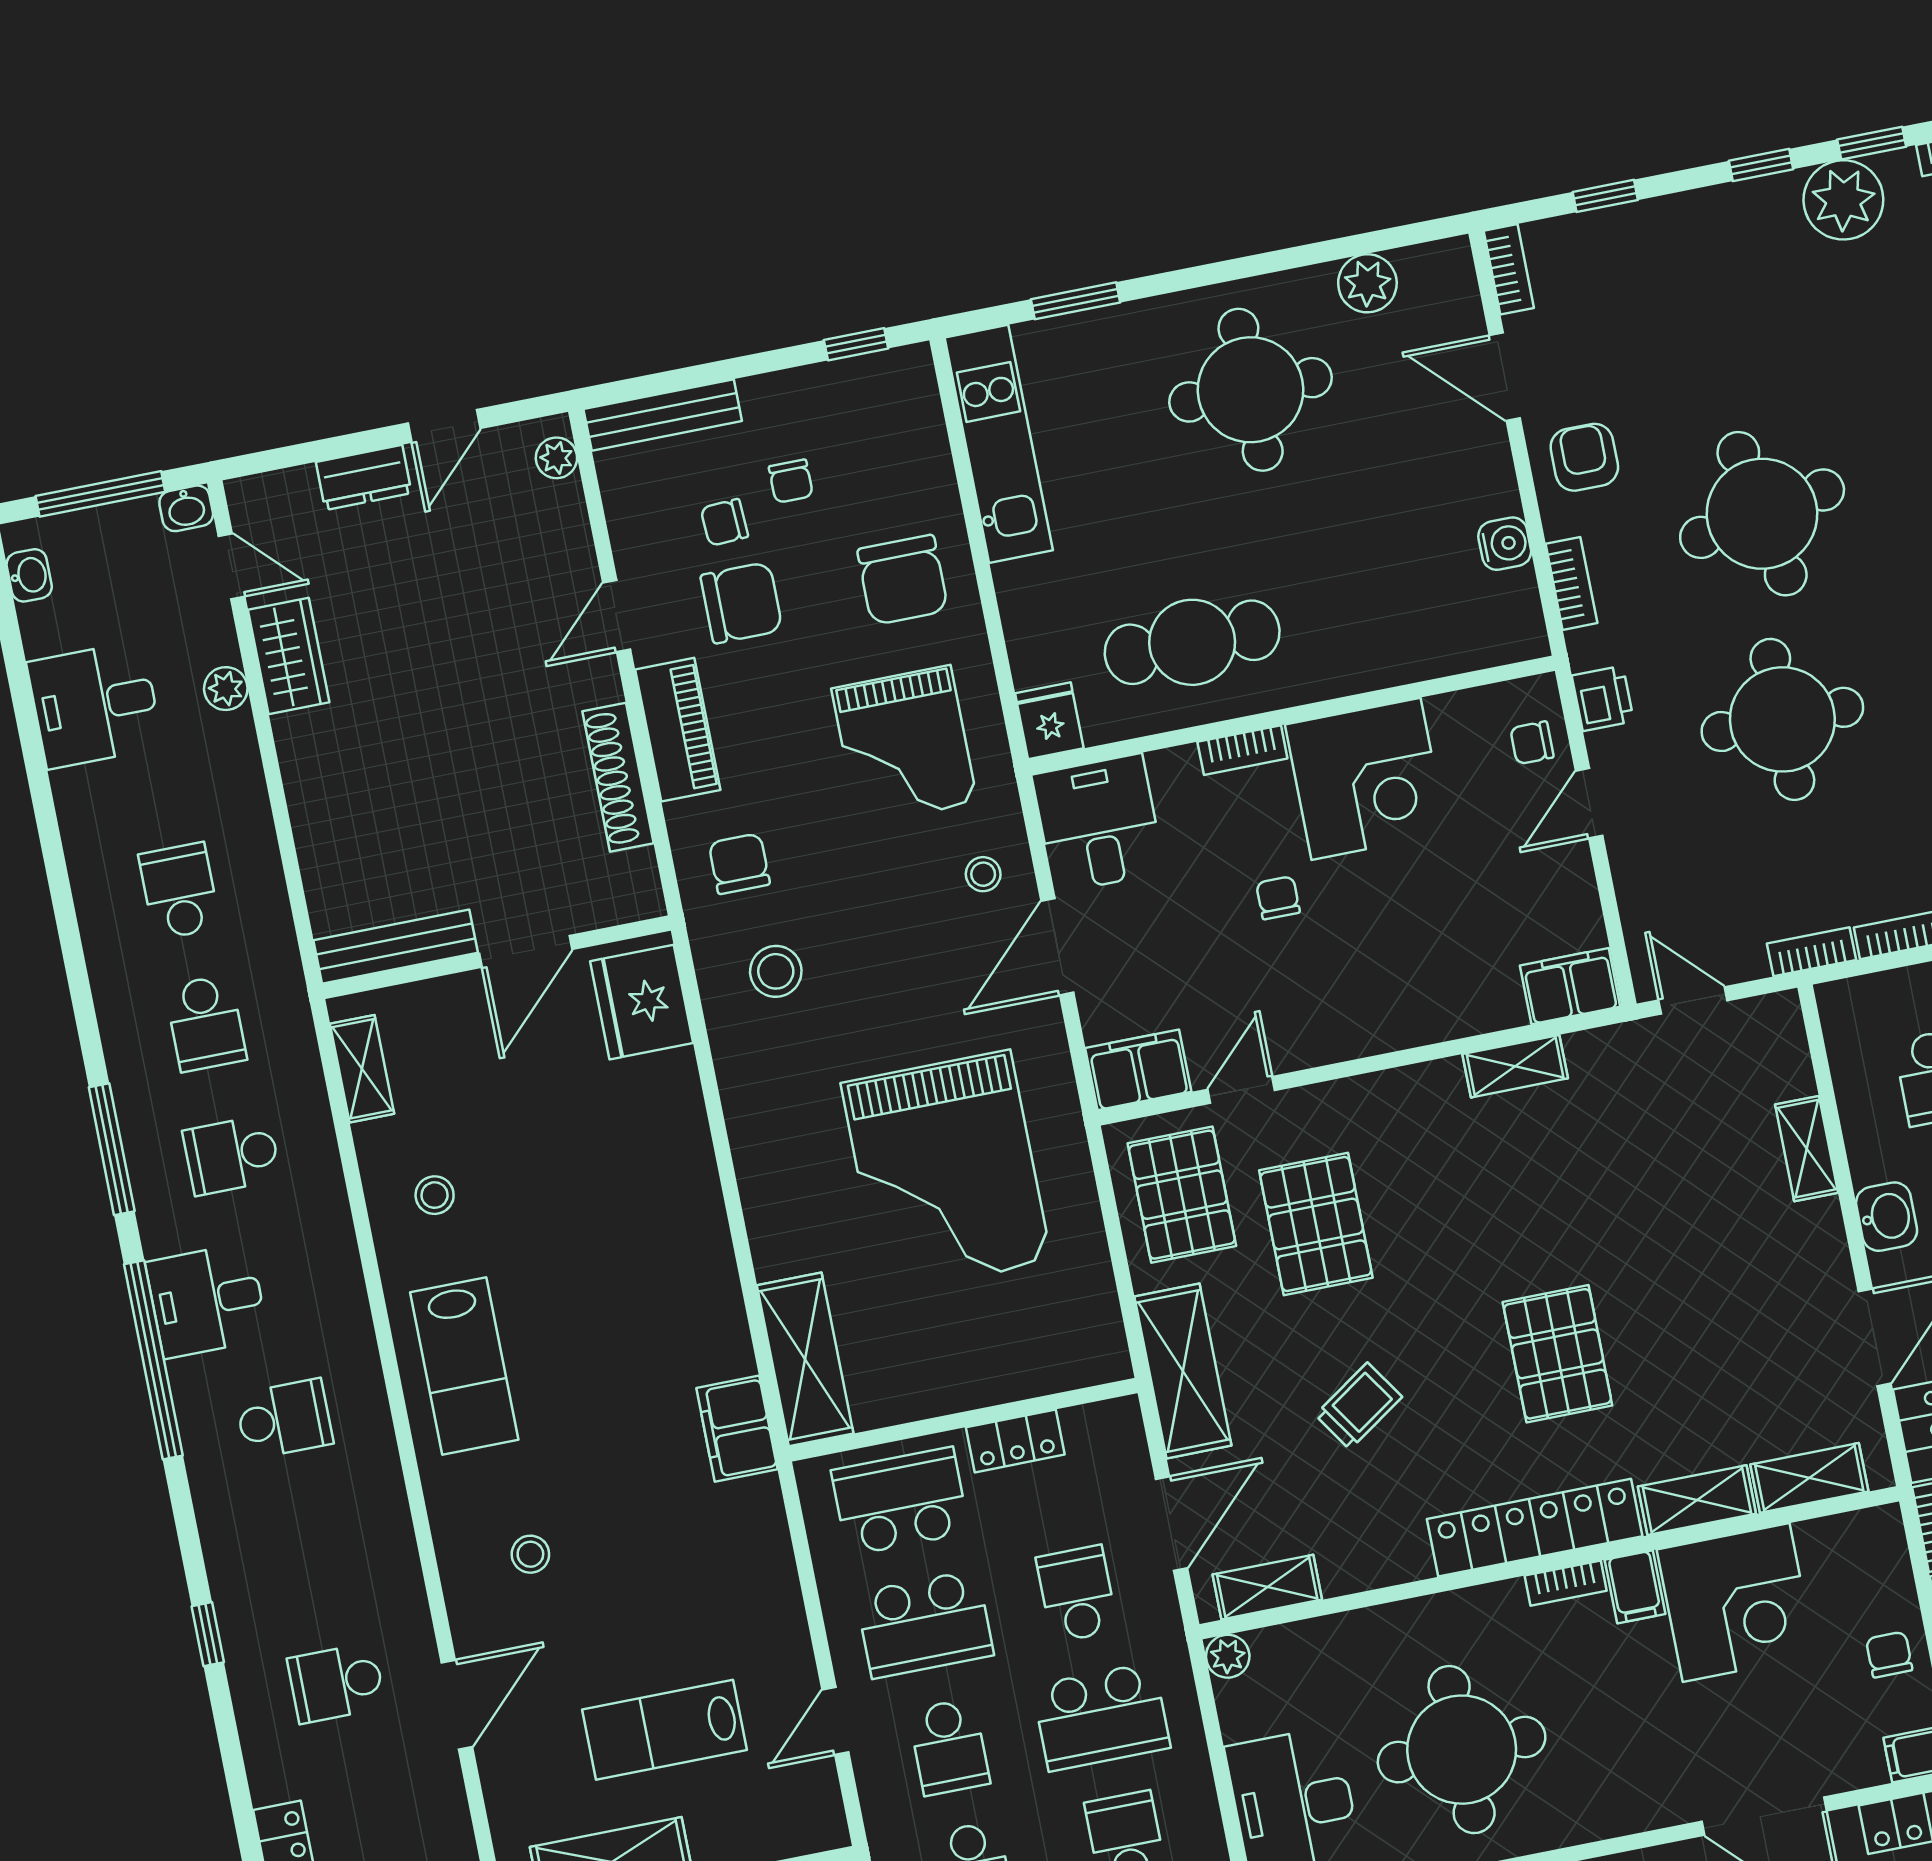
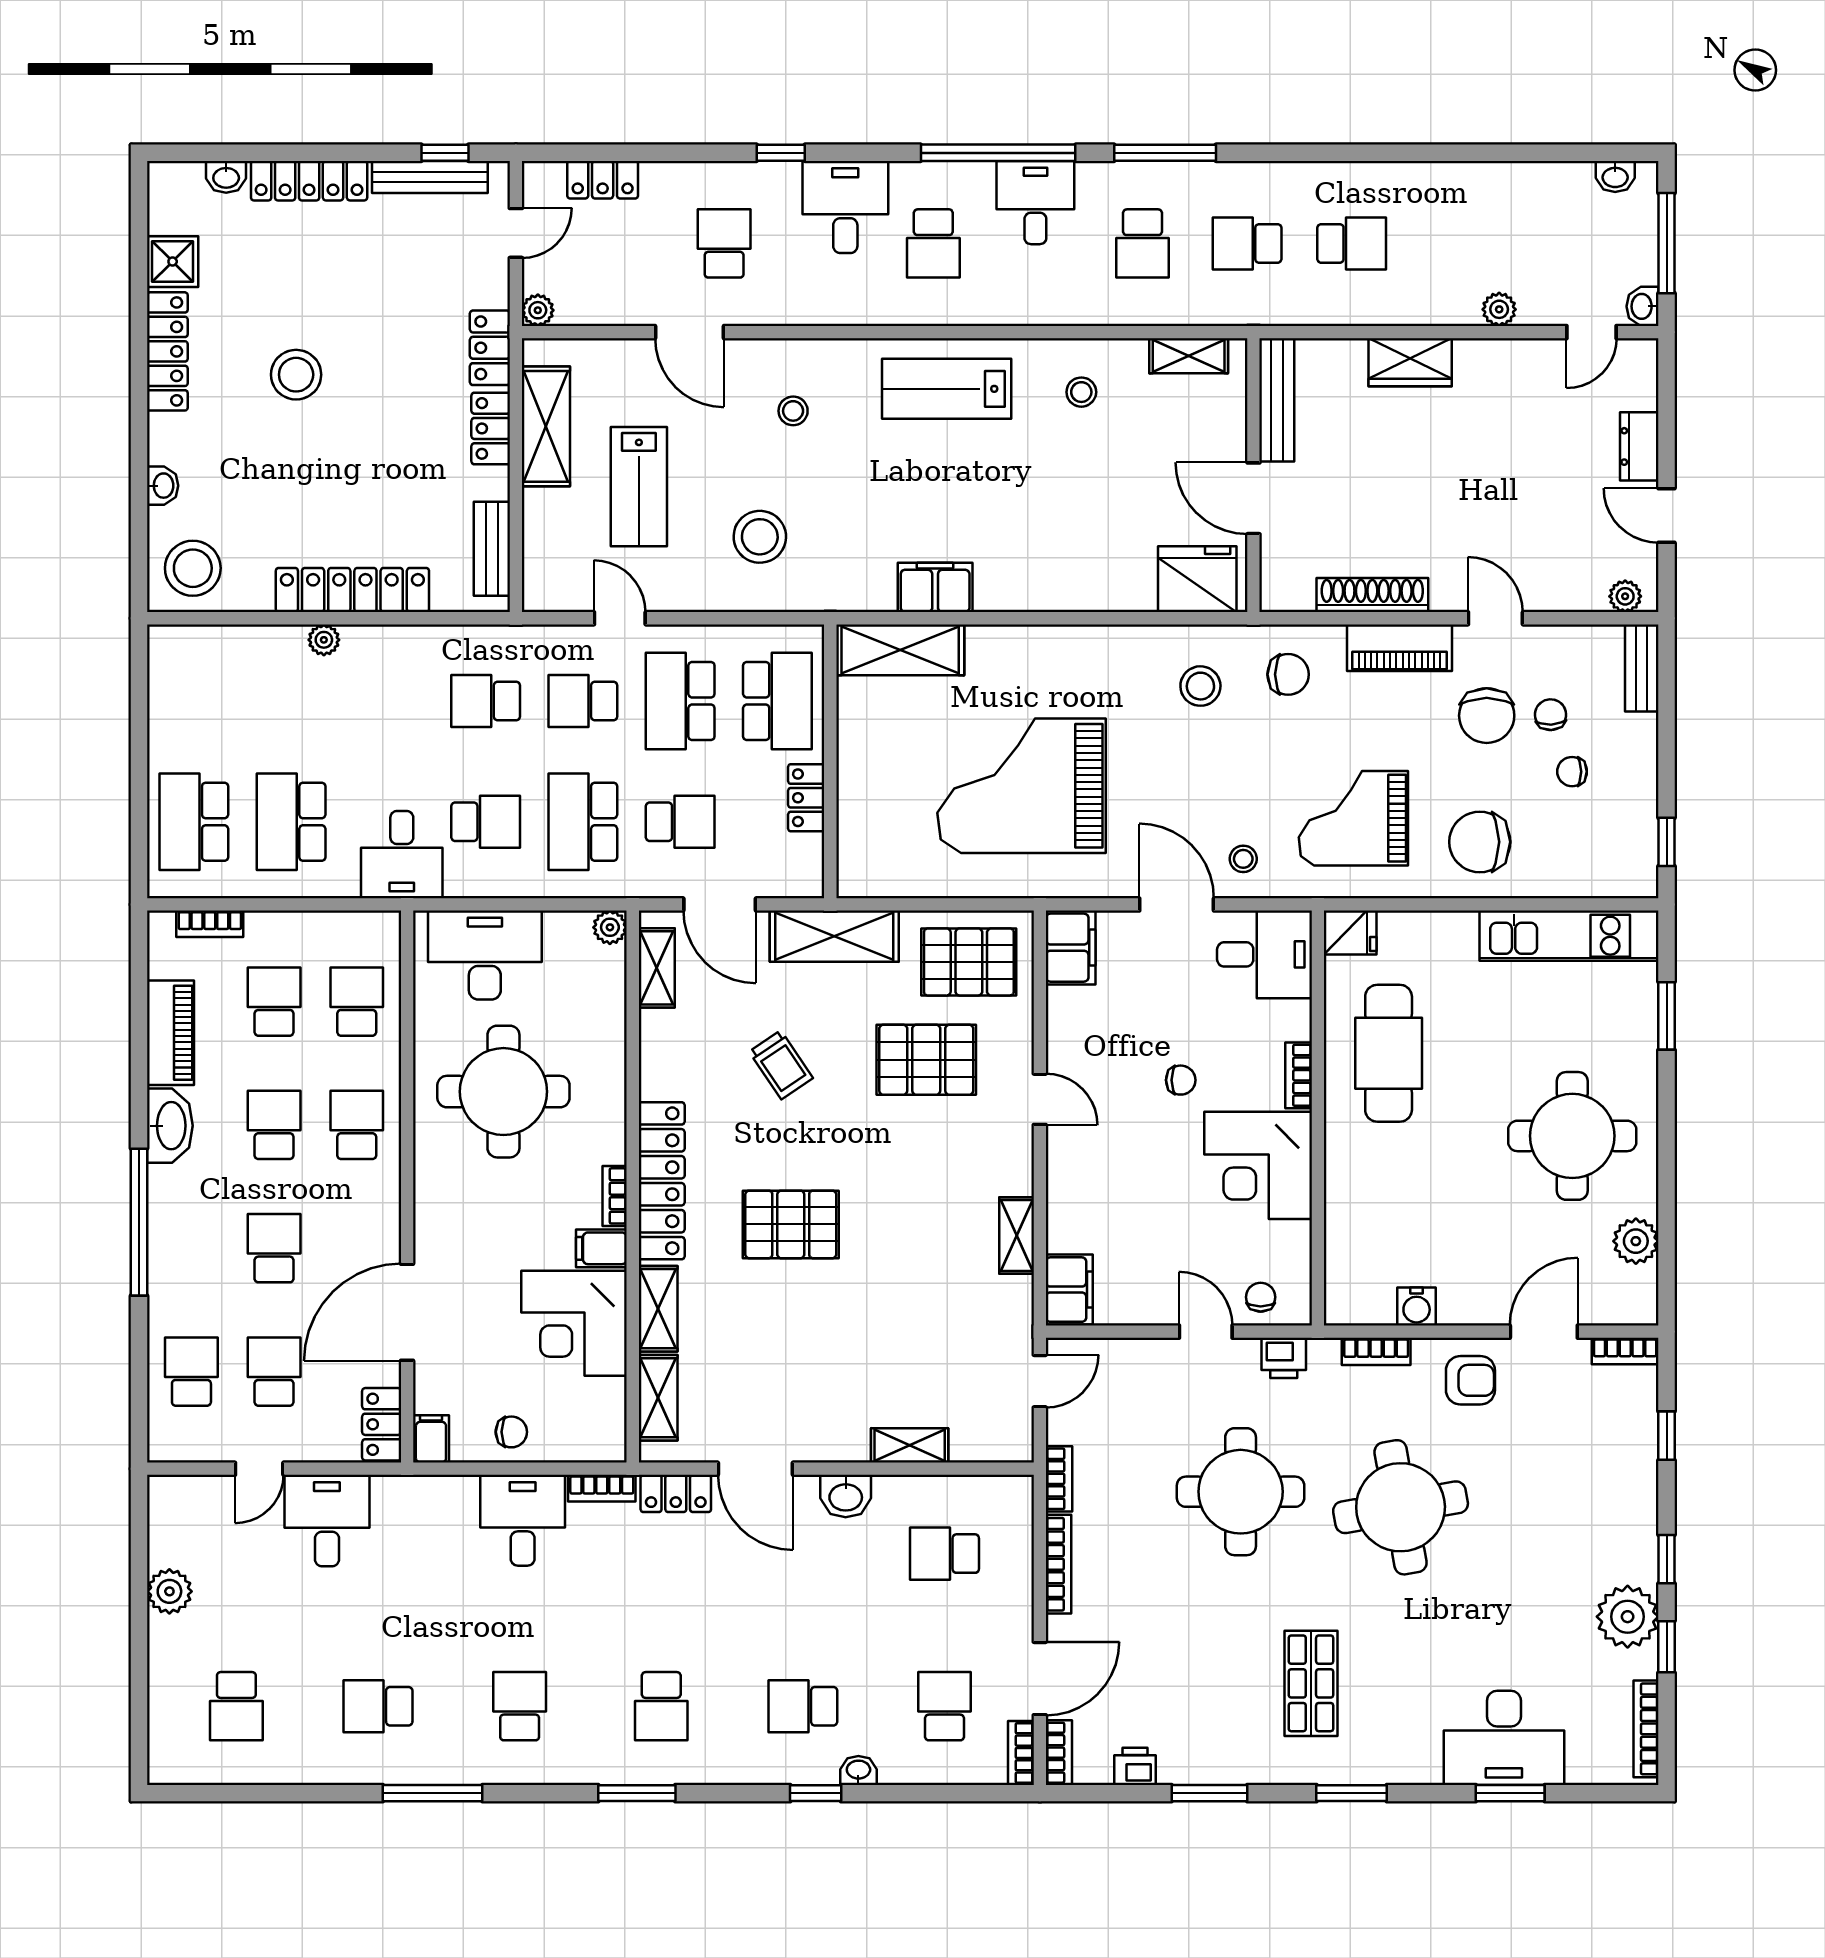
bench: (663, 415) -> (1642, 668), width x0.73
wardrobe: (289, 656) -> (1410, 362), moved
desk: (95, 705) -> (845, 207), moved
door: (1241, 1090) -> (1040, 1099), moved
school desk: (232, 1155) -> (1142, 243), turned 180
filing cabinet: (737, 1429) -> (935, 587), moved
stool: (698, 1565) -> (760, 537), added
lab bench: (664, 1730) -> (639, 487), turned 180

